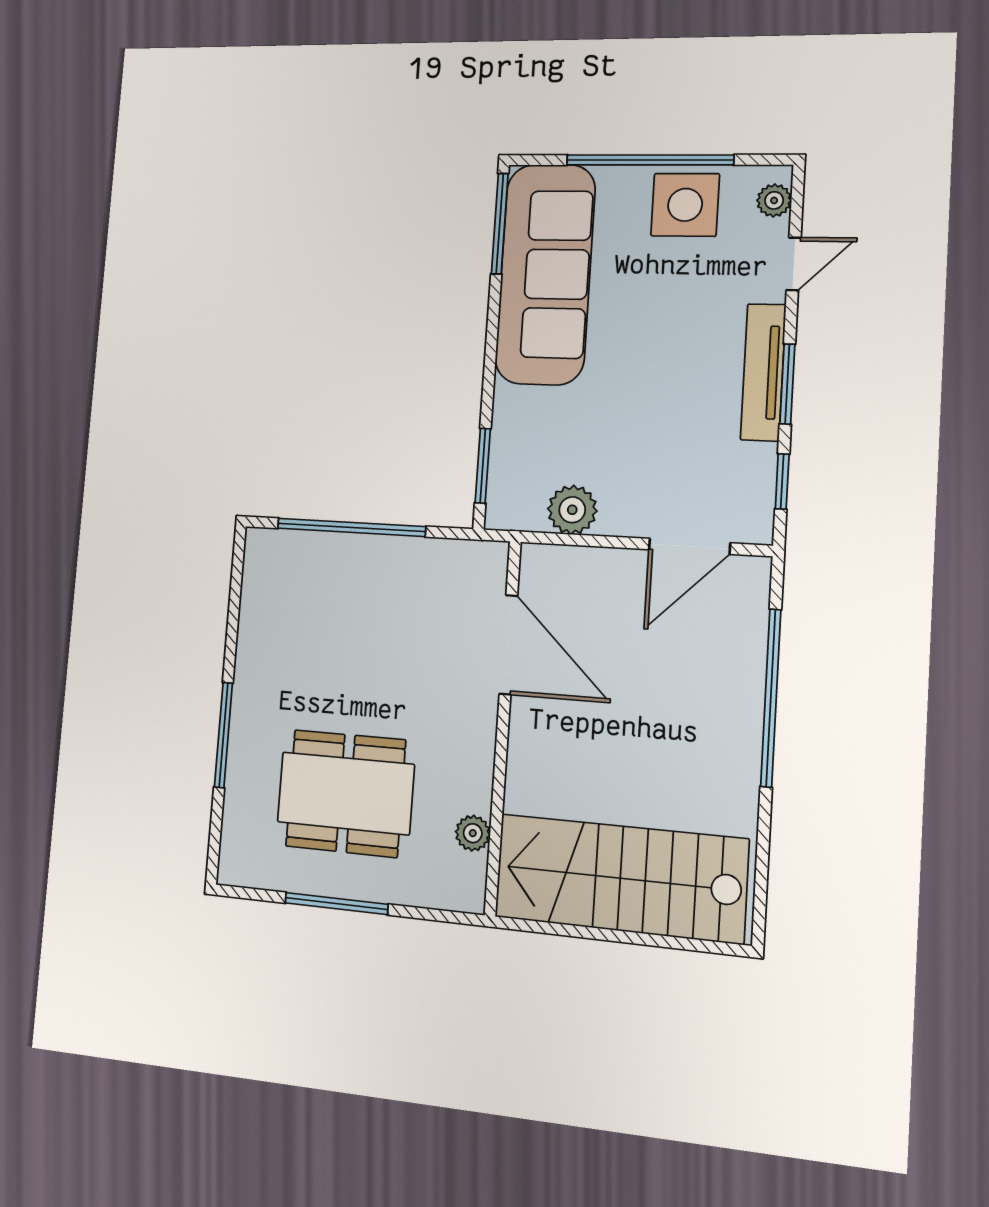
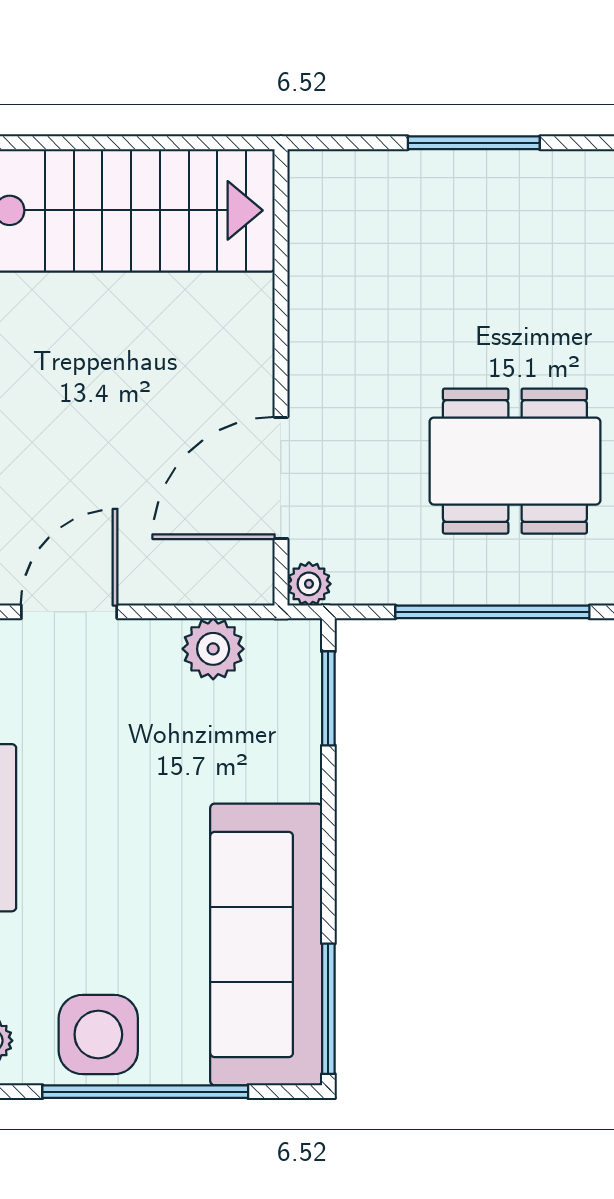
door: (508, 645) -> (281, 478), hinge flipped
dining table: (346, 793) -> (515, 461), moved
plant: (473, 833) -> (309, 584), moved

